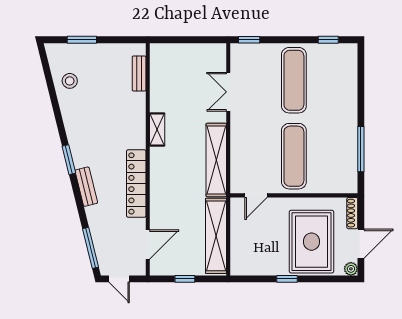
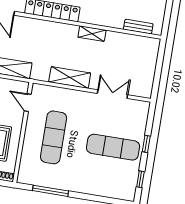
window: (249, 40) -> (146, 144), moved
exercise mat: (294, 156) -> (54, 137), turned 90
shelving: (216, 160) -> (70, 77), width x0.68

